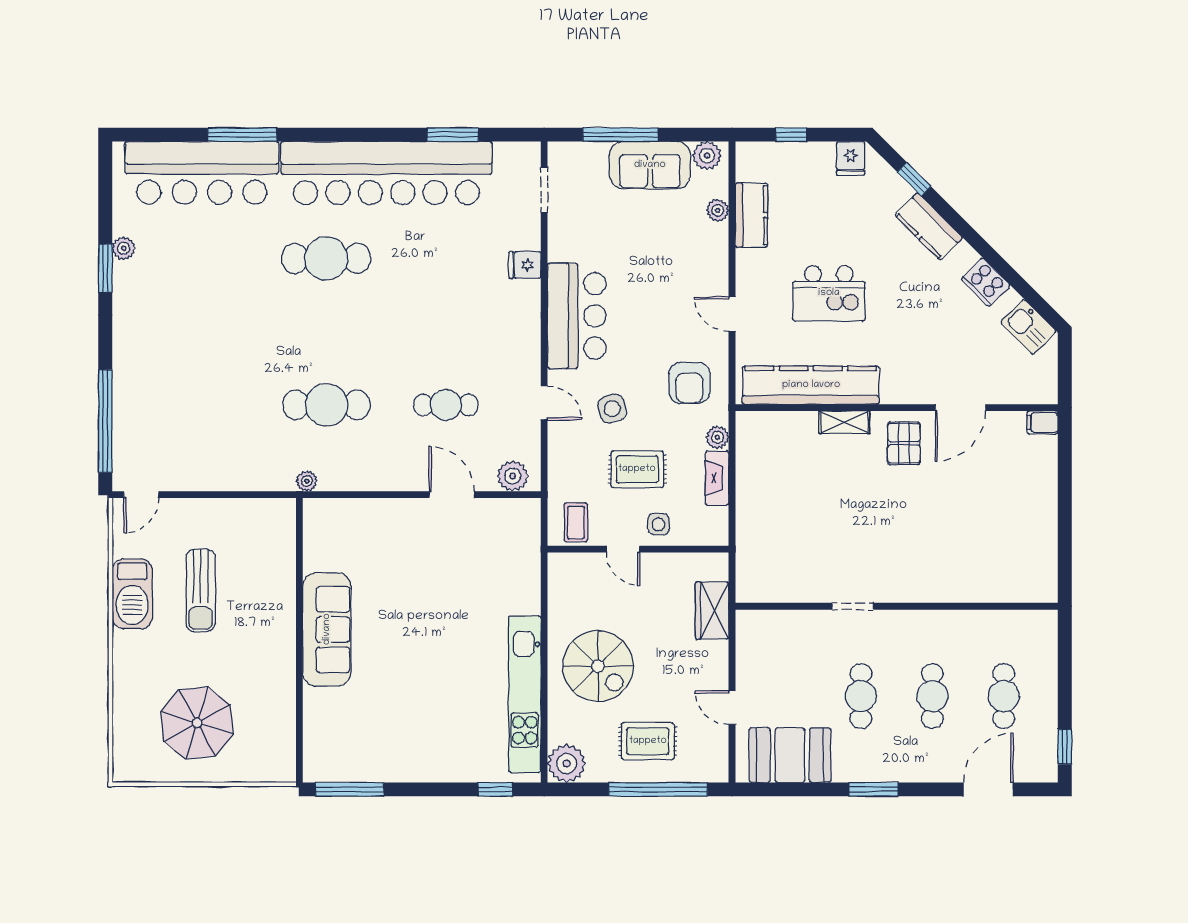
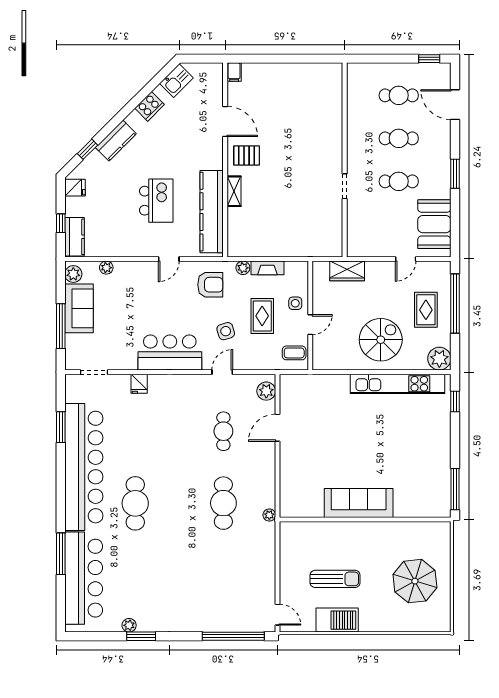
kitchen counter: (751, 215) -> (75, 237), moved, turned 90

